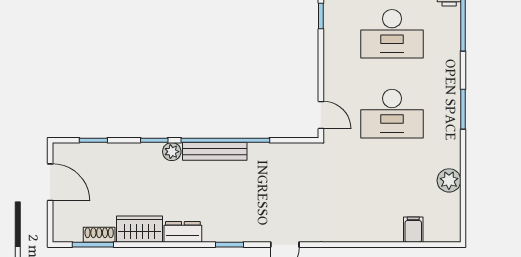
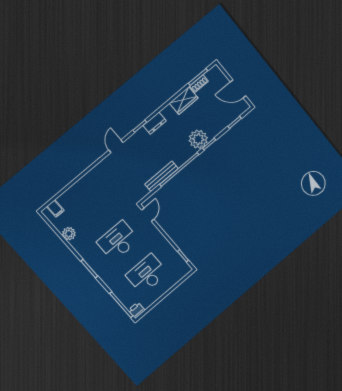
door: (321, 115) -> (148, 215), swing flipped
bench: (215, 151) -> (162, 176), moved
plant: (172, 152) -> (198, 139), width x1.87, depth x1.87
filing cabinet: (413, 230) -> (55, 208), moved
dresser: (183, 232) -> (155, 123), moved

